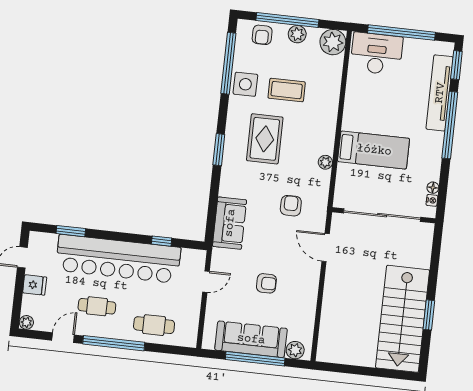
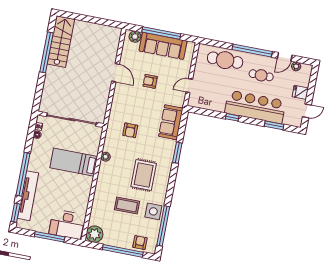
window: (401, 33) -> (50, 237), width x0.68
plant: (297, 34) -> (117, 241), removed
window: (219, 150) -> (177, 153), moved
window: (162, 241) -> (232, 117), moved
door: (326, 247) -> (115, 73), moved
bar counter: (118, 259) -> (255, 107), width x0.73
window: (429, 315) -> (46, 52), width x2.11
stairs: (403, 319) -> (61, 42), width x0.73, depth x0.66
plant: (26, 322) -> (296, 66), moved
cafe table: (154, 325) -> (225, 60), width x1.37, depth x1.35

